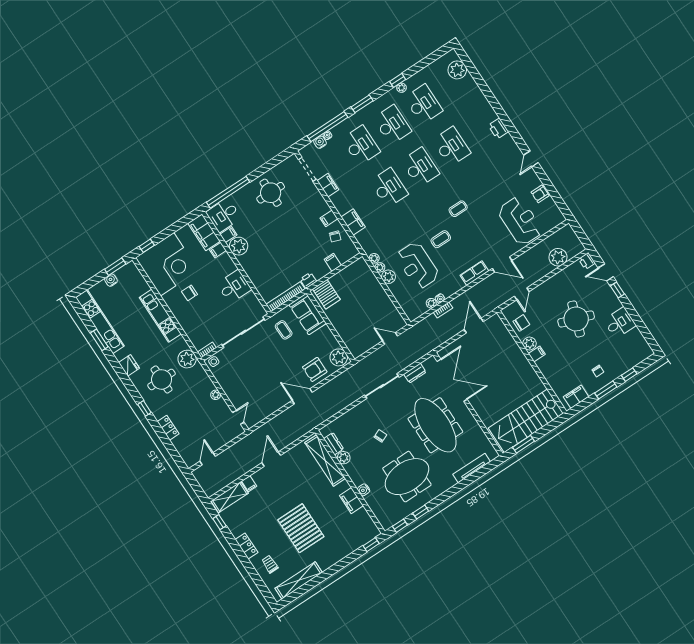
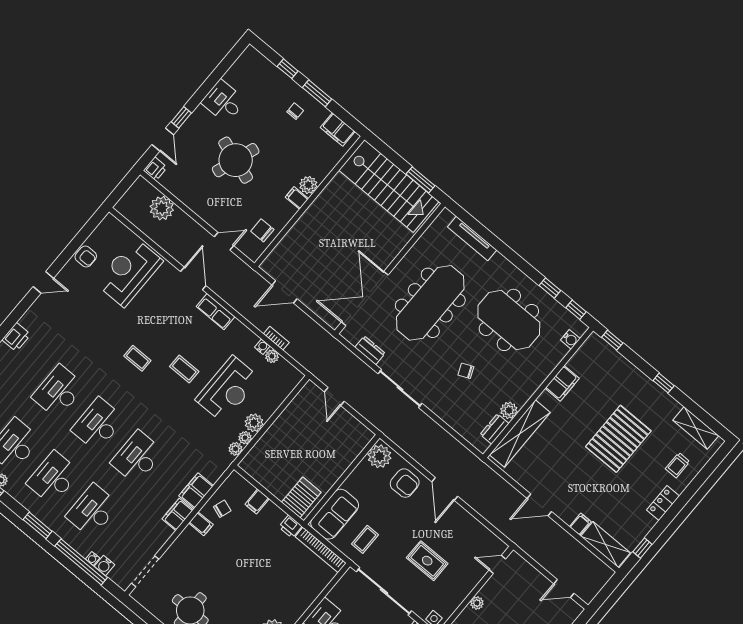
filing cabinet: (328, 185) -> (178, 514), moved
plant: (529, 343) -> (308, 185), moved
rug: (256, 369) -> (427, 561), added
water cooler: (364, 490) -> (570, 339), moved
window: (330, 572) -> (664, 383), added
shelving: (299, 580) -> (696, 428), width x0.68

